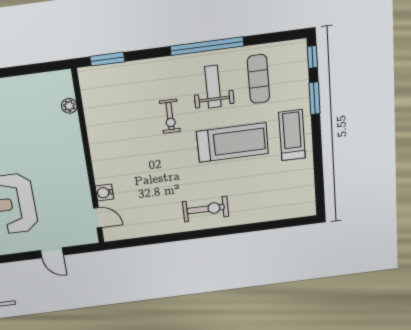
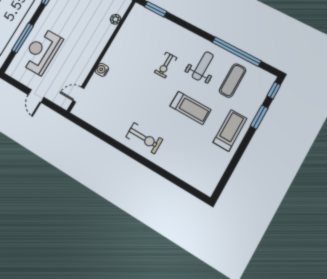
window: (207, 46) -> (237, 52), moved
treadmill: (232, 143) -> (190, 108), width x0.73, depth x0.73
water cooler: (104, 193) -> (102, 70), moved
door: (98, 218) -> (78, 95), swing flipped

